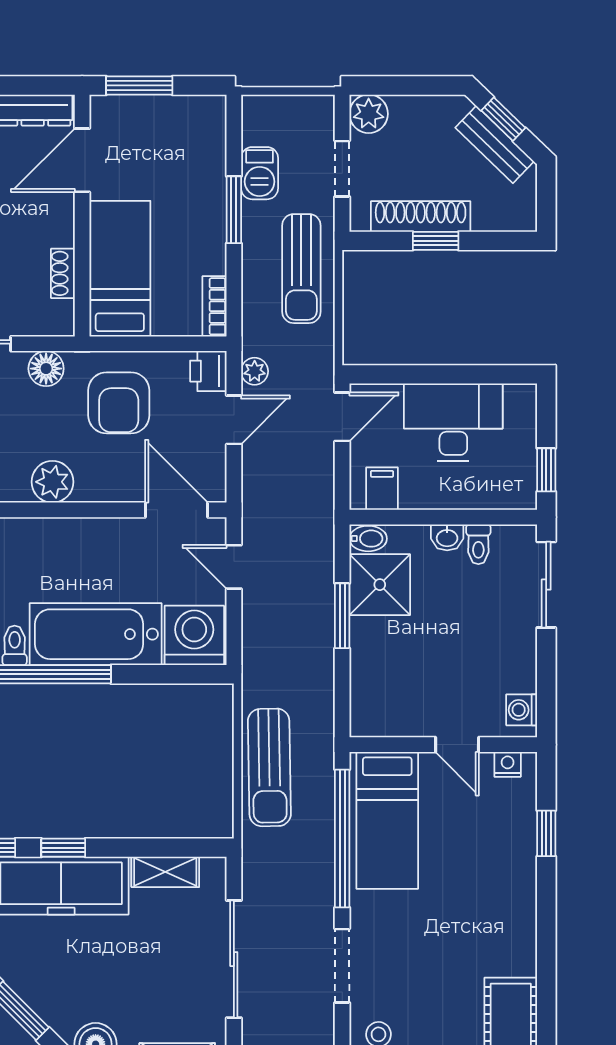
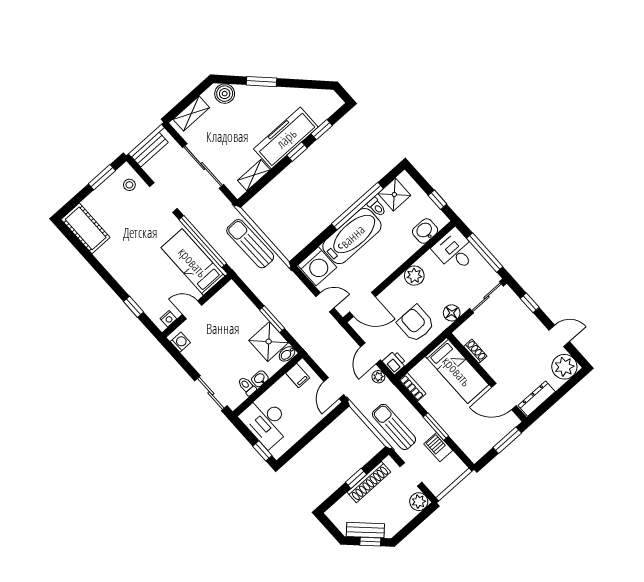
door: (82, 160) -> (504, 396), swing flipped
desk: (453, 422) -> (266, 421), moved, turned 90
window: (546, 470) -> (262, 451), moved

